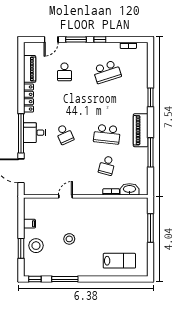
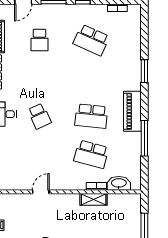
school desk: (107, 72) -> (91, 40), turned 42
school desk: (107, 165) -> (91, 154), width x1.85
shelving: (109, 203) -> (94, 199), added

